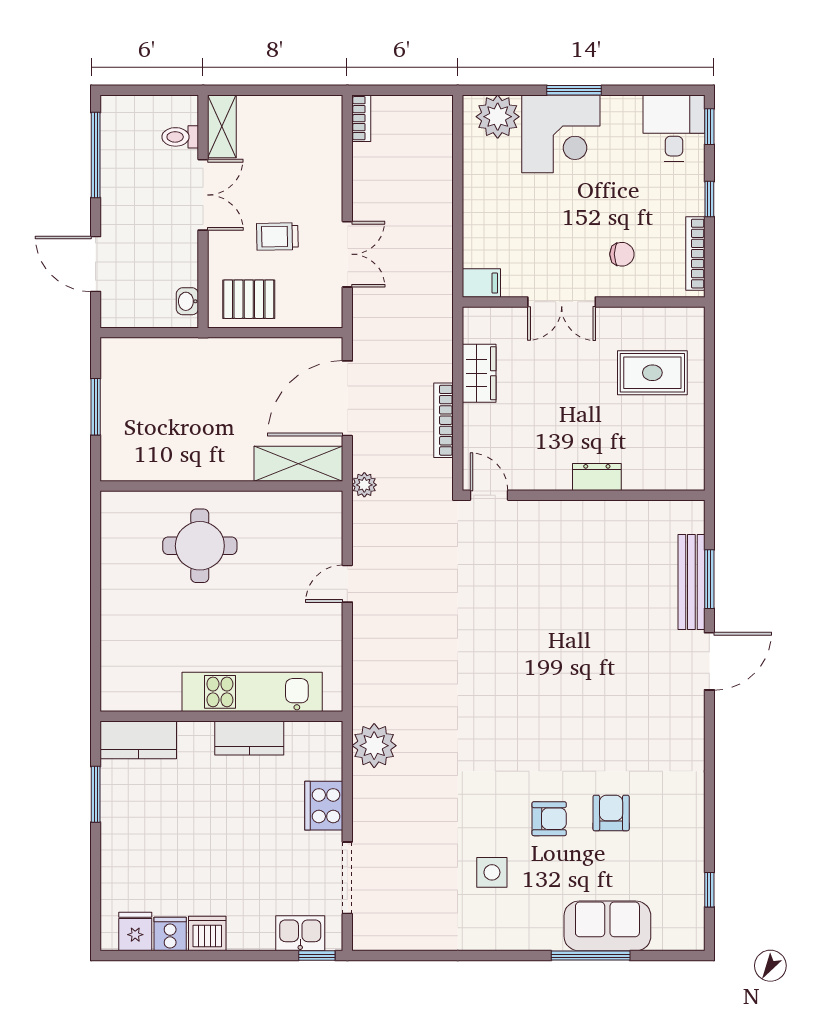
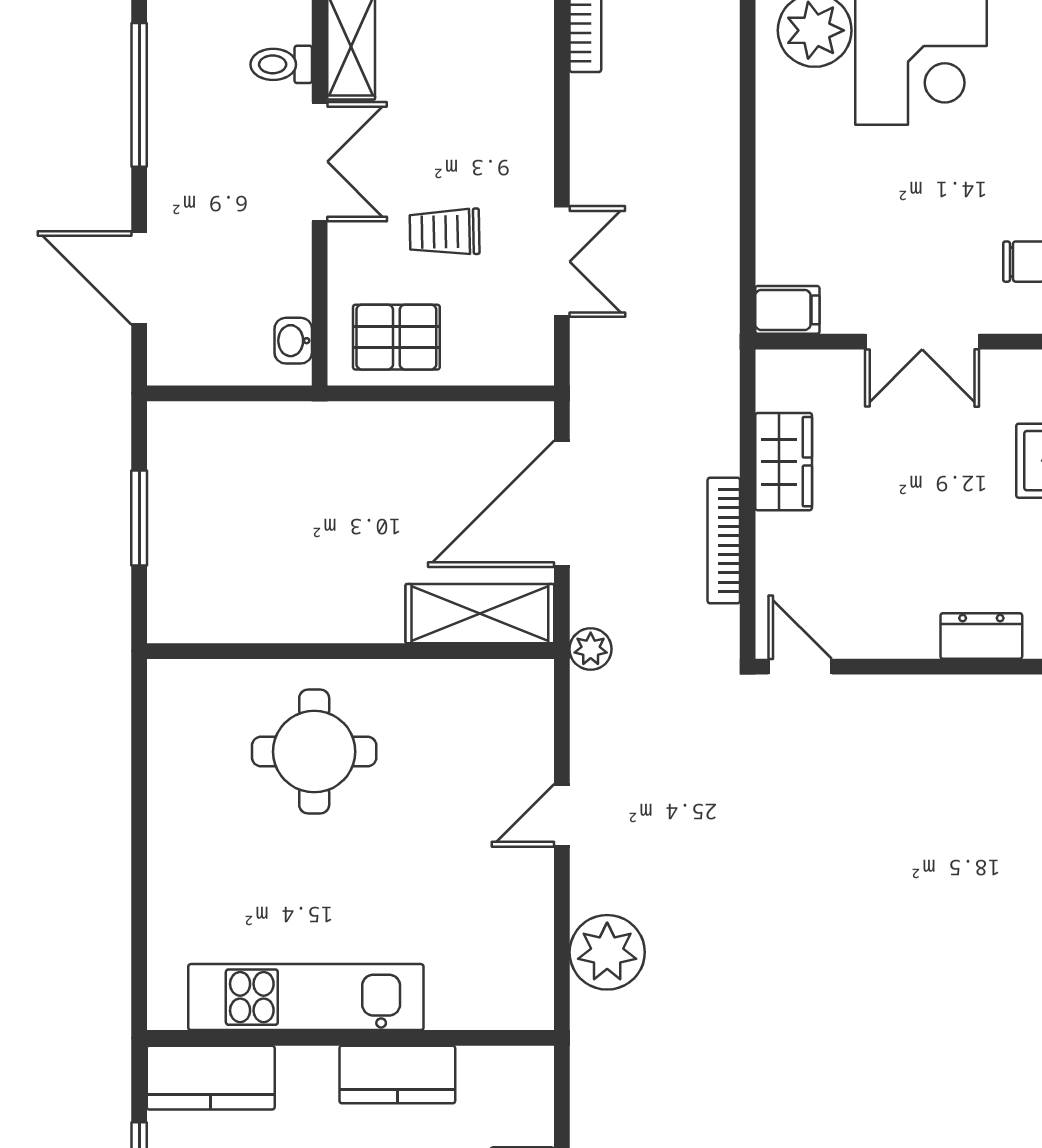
kitchen unit: (252, 692) -> (306, 997), moved
plant: (374, 746) -> (607, 952), moved

